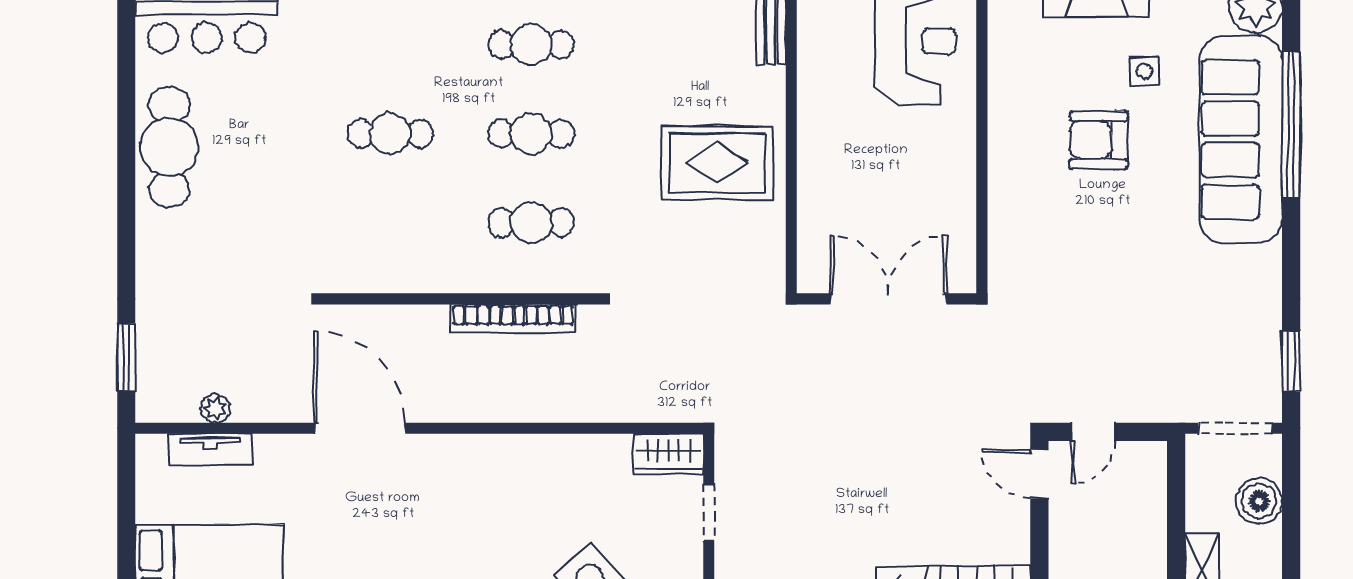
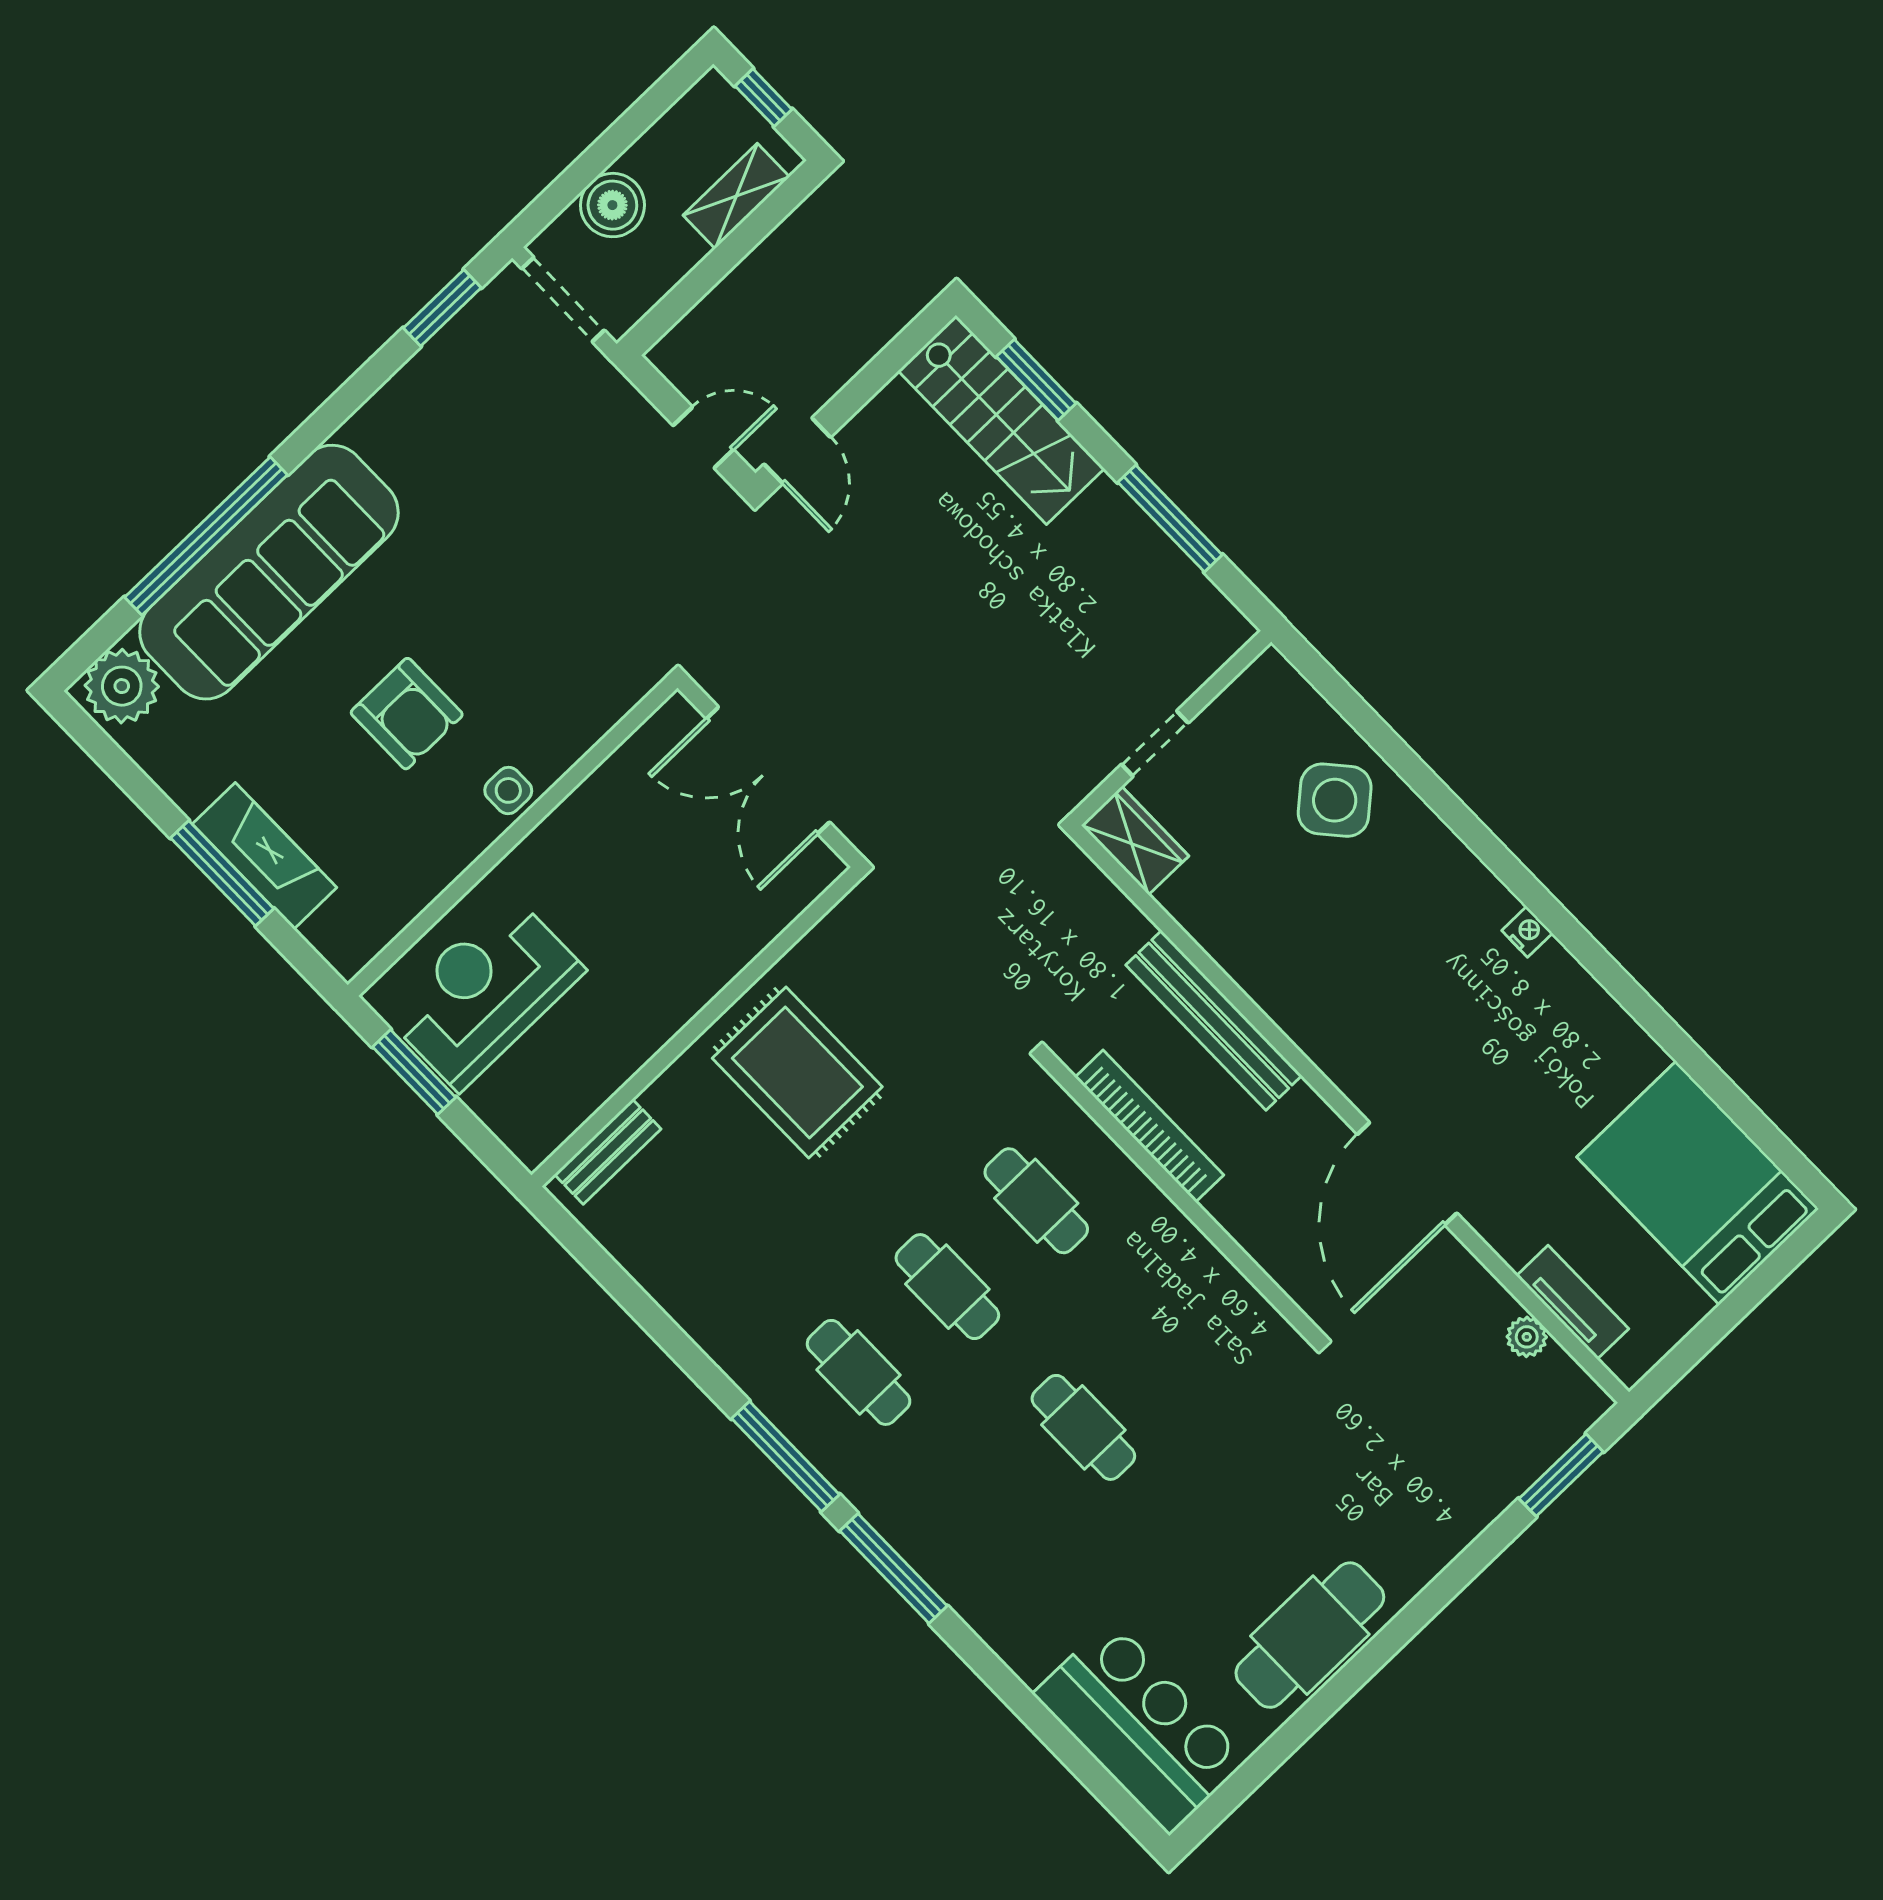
side table: (1144, 71) -> (508, 790), moved
bench: (536, 405) -> (1214, 1020), added

